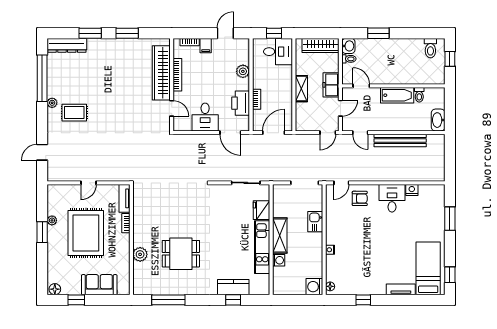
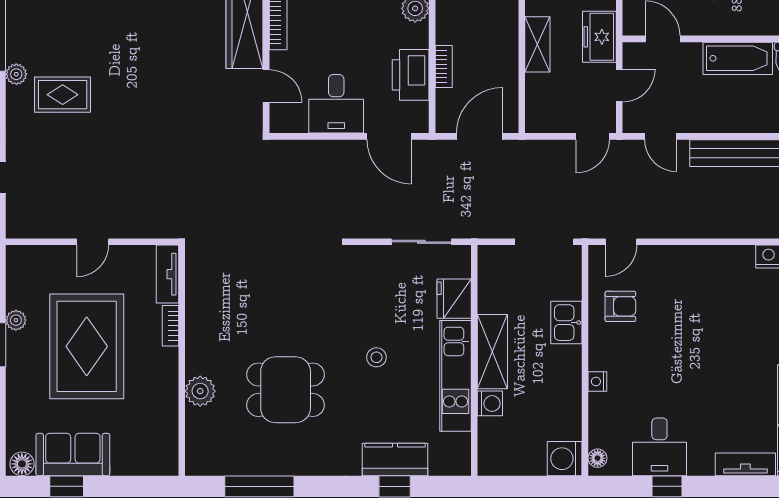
armchair: (360, 198) -> (620, 306), moved
desk: (392, 198) -> (659, 447), moved, turned 180
stool: (224, 238) -> (376, 357), added
sofa: (99, 285) -> (73, 455), moved

